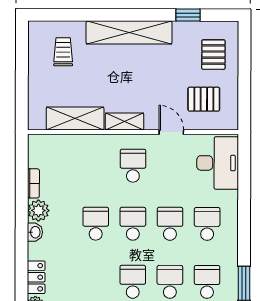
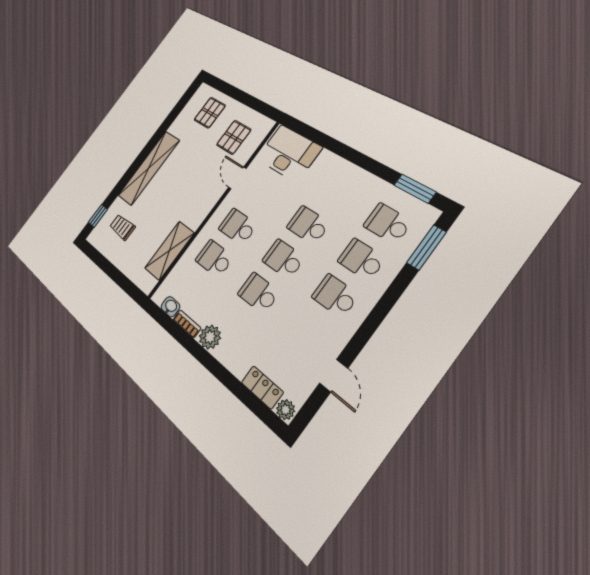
window: (188, 15) -> (98, 216), moved
pallet: (213, 55) -> (210, 113), turned 90
shelving: (125, 121) -> (201, 211), removed
door: (171, 132) -> (237, 178), hinge flipped
school desk: (207, 224) -> (214, 259), moved
washbasin: (35, 232) -> (170, 307), moved

